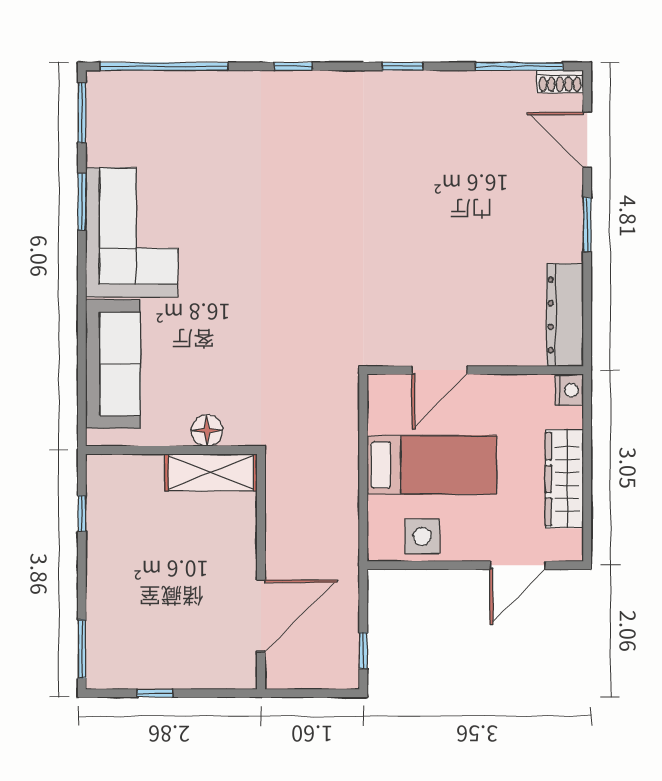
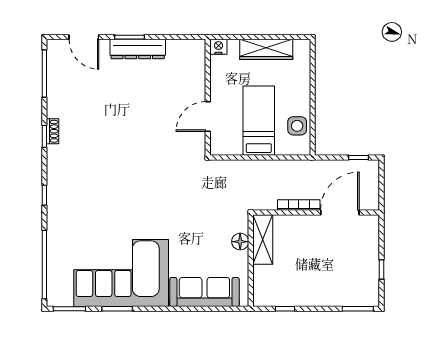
shoe rack: (560, 81) -> (53, 131), moved
door: (587, 140) -> (84, 37), hinge flipped
corner sofa: (132, 233) -> (121, 273), width x1.36, depth x1.36
dresser: (565, 315) -> (138, 49), moved
door: (439, 370) -> (208, 117), swing flipped
bookcase: (275, 539) -> (299, 205), added
door: (518, 565) -> (313, 74), removed
door: (261, 616) -> (340, 212), hinge flipped

